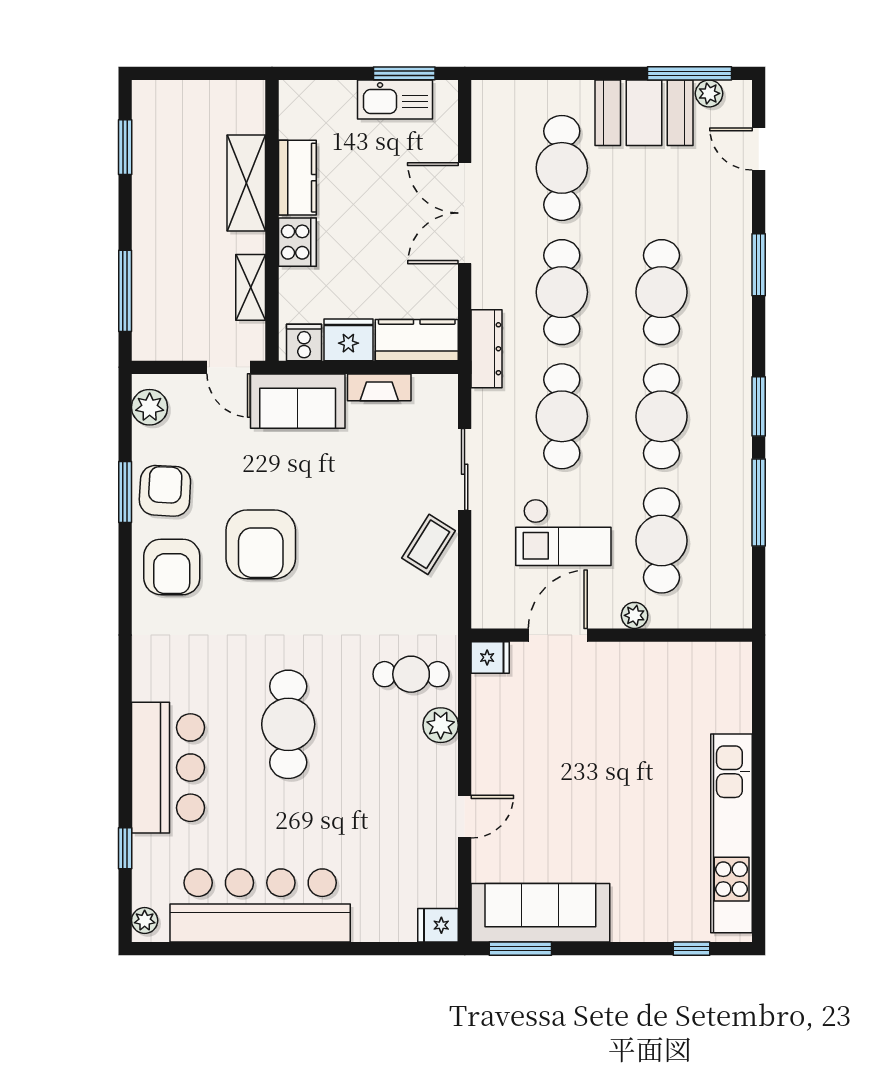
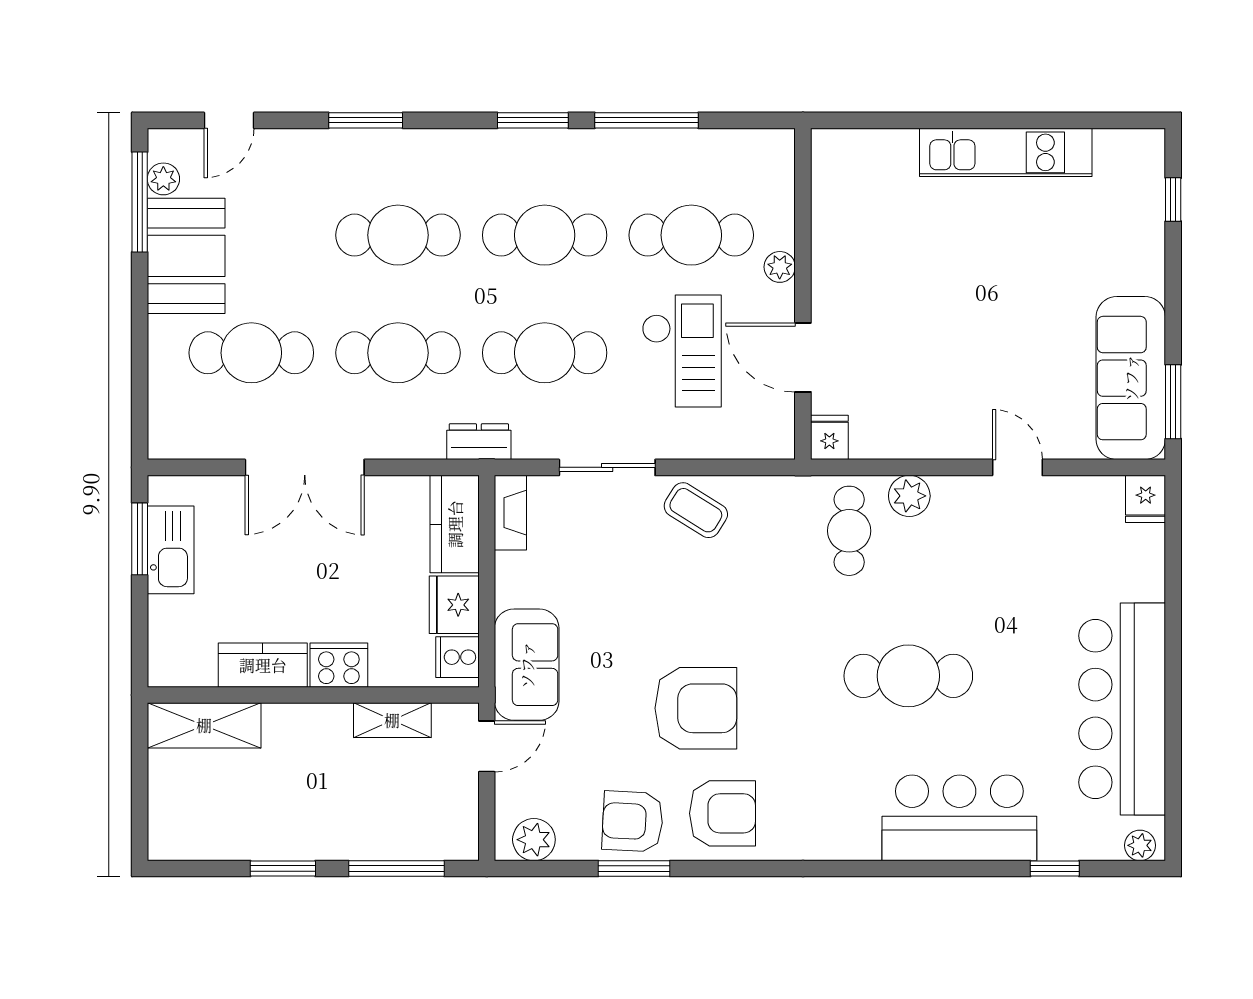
window: (125, 147) -> (283, 869), moved
shelving: (246, 183) -> (204, 725), moved
dresser: (487, 349) -> (479, 442), width x0.70
fireplace: (379, 387) -> (510, 513), moved
kitchen unit: (732, 833) -> (1006, 152), width x0.73

